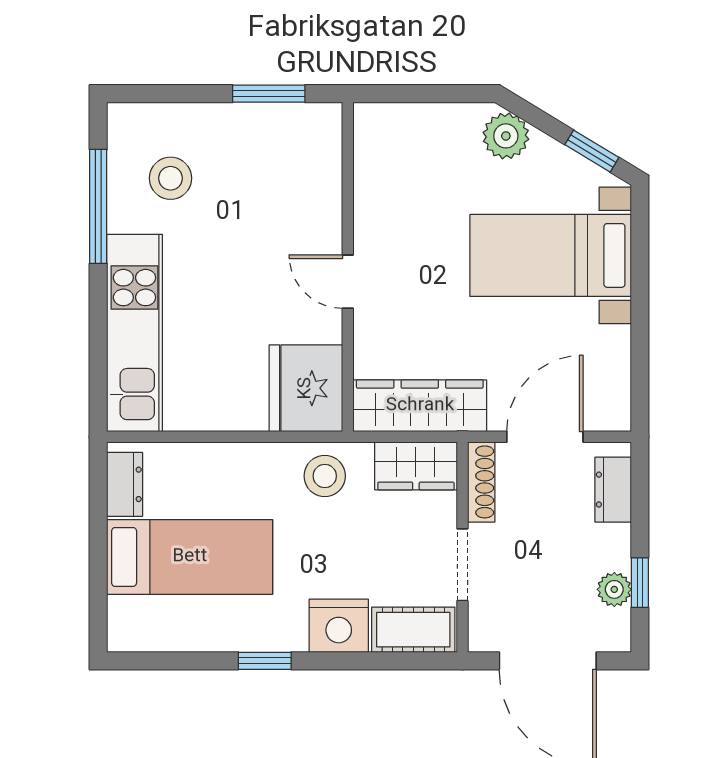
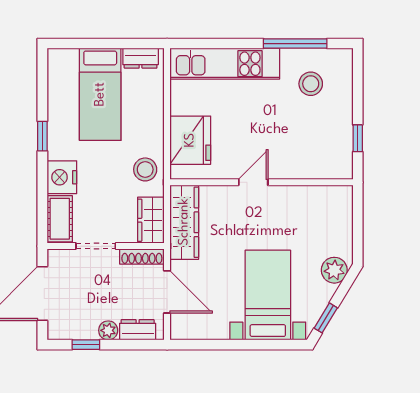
window: (269, 94) -> (358, 138), width x0.67
fridge: (306, 388) -> (190, 140), moved, turned 90
plant: (614, 589) -> (108, 330), moved

